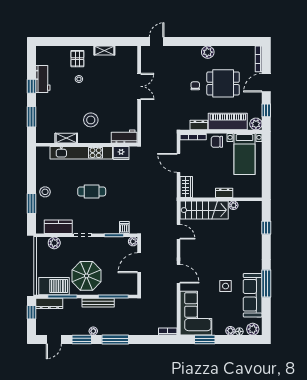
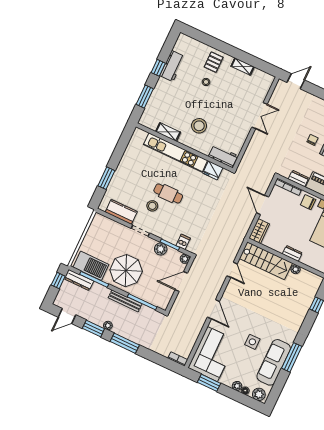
stool: (45, 192) -> (152, 206), moved
plant: (54, 243) -> (161, 249), moved

